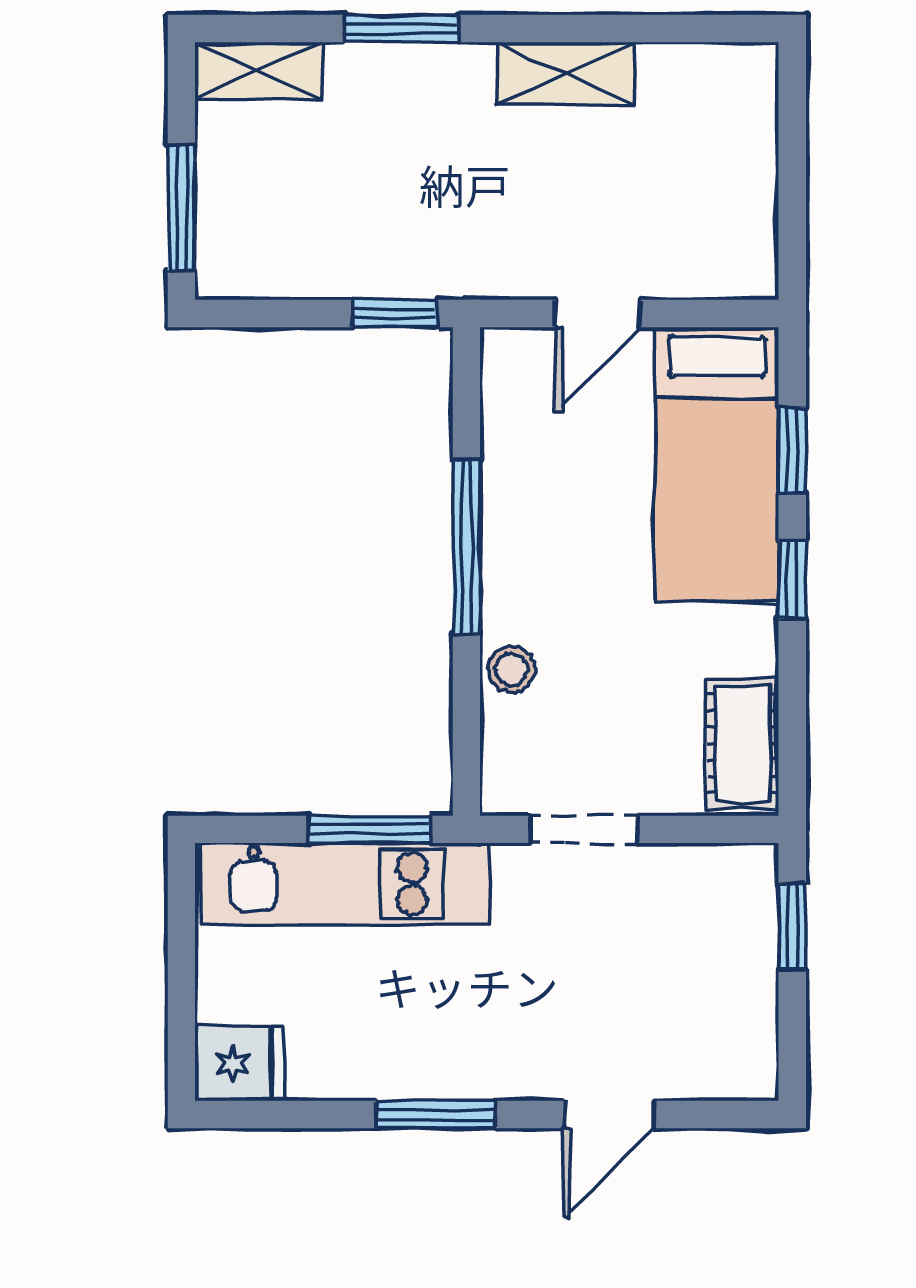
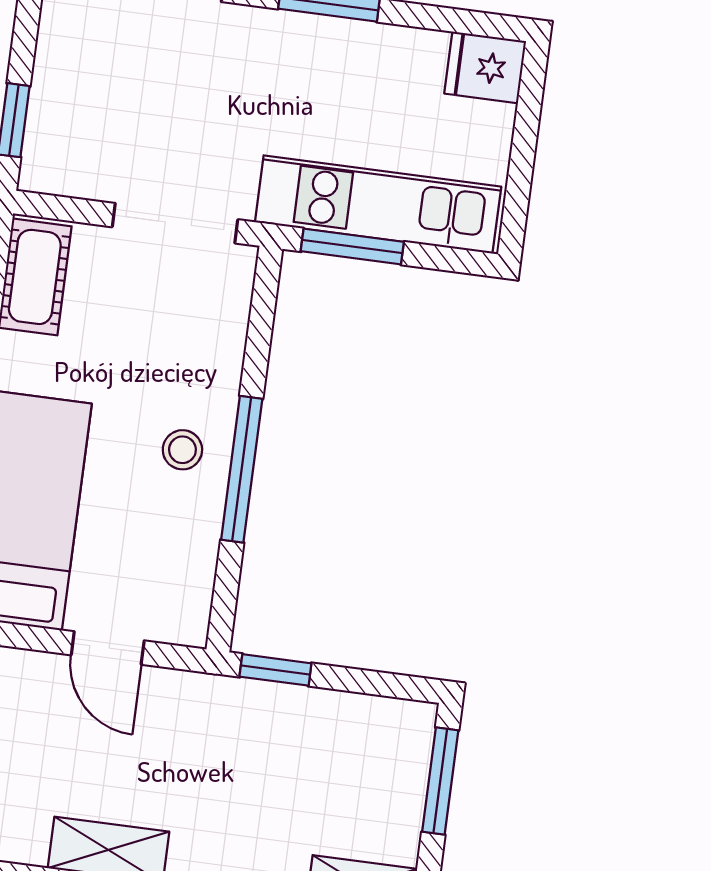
door: (598, 314) -> (108, 648), swing flipped
stool: (512, 669) -> (182, 450), moved
doorway: (584, 829) -> (175, 223), width x1.38

